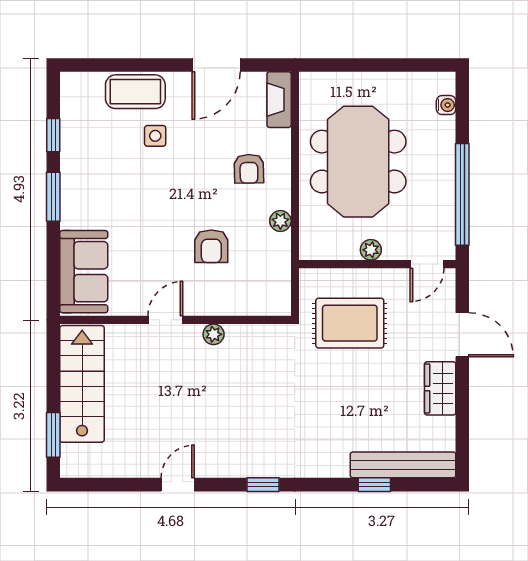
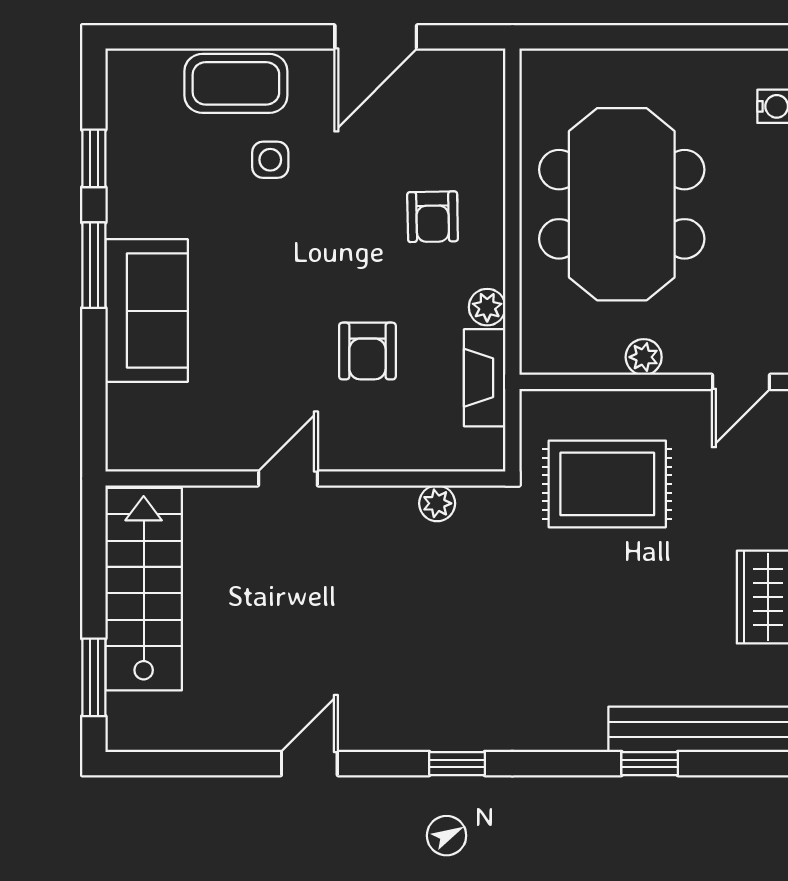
fireplace: (279, 100) -> (485, 378), moved
sofa: (84, 272) -> (147, 311), moved
plant: (214, 334) -> (437, 503), moved

